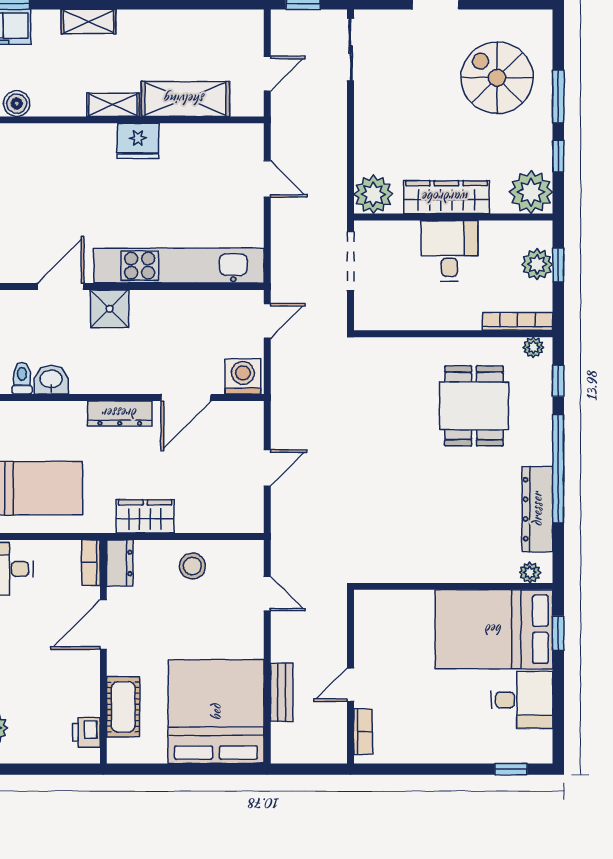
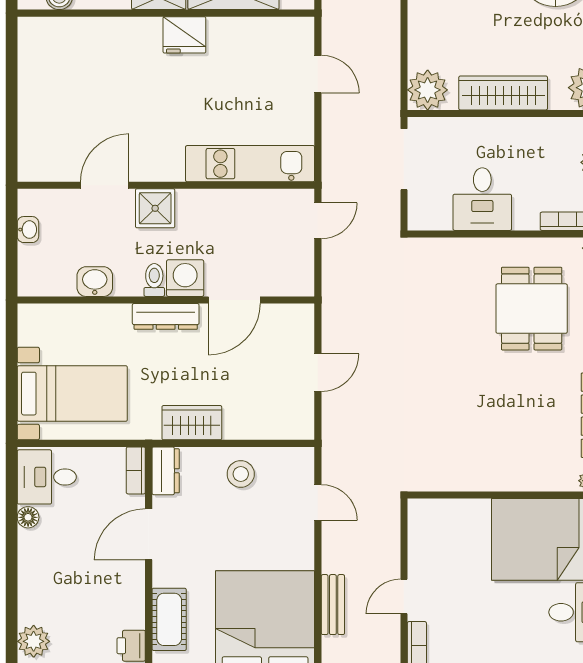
desk: (449, 251) -> (482, 199), moved, turned 180
kitchen unit: (179, 266) -> (250, 164), width x0.73
washing machine: (243, 376) -> (185, 278), moved
toilet: (22, 378) -> (154, 280), moved

